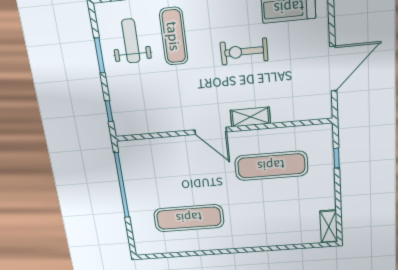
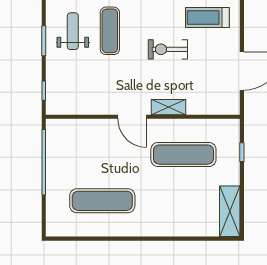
shelving: (329, 227) -> (230, 211), width x1.50, depth x1.33

